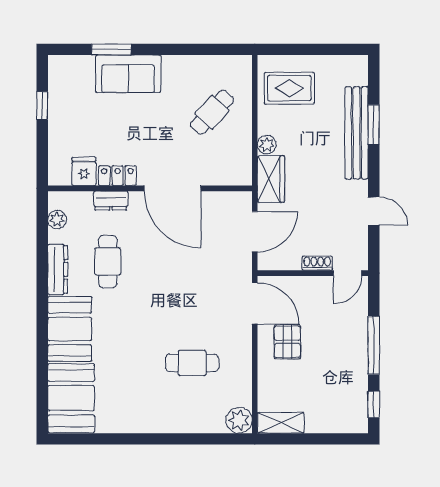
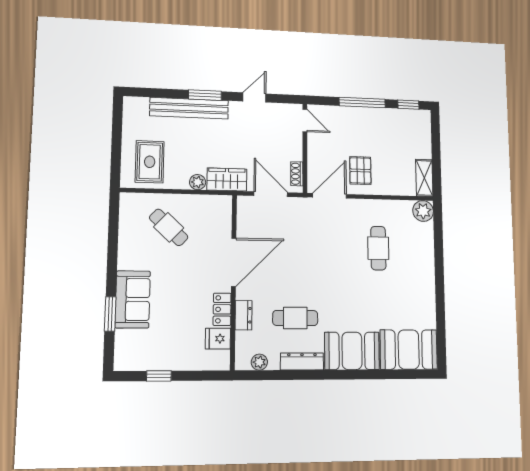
window: (374, 125) -> (205, 95), moved
shoe rack: (317, 263) -> (297, 174), moved
pallet: (287, 342) -> (360, 170), turned 90

